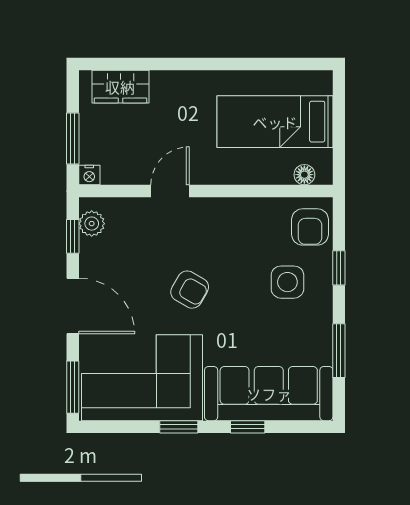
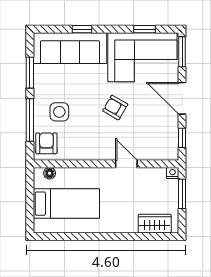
door: (170, 191) -> (126, 164), swing flipped
plant: (92, 224) -> (171, 145), removed
window: (339, 268) -> (30, 120), width x2.17
window: (179, 427) -> (144, 29), moved

